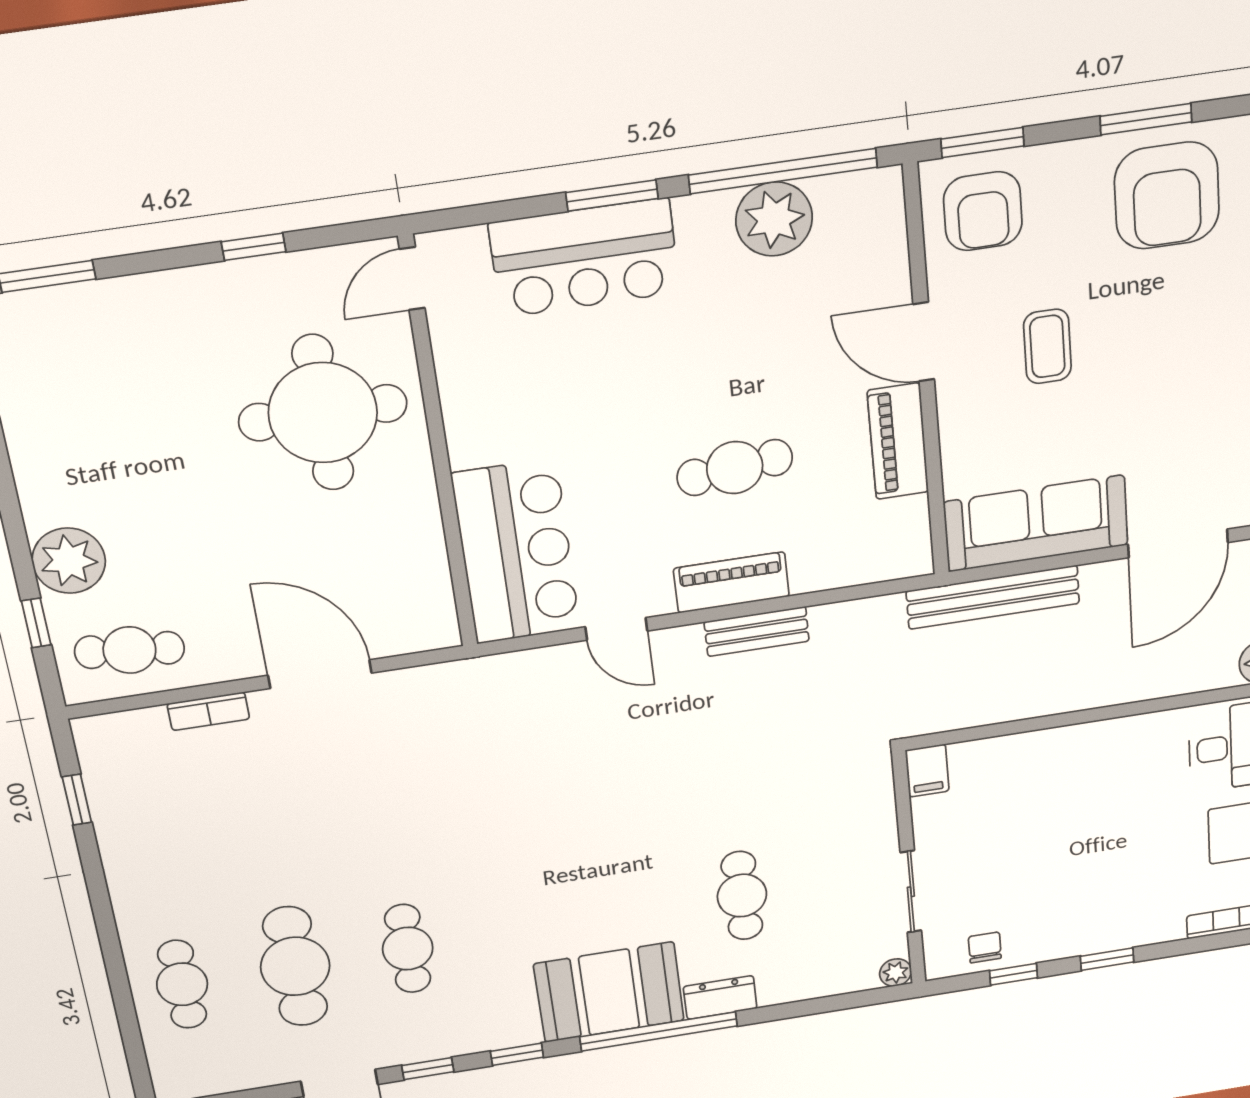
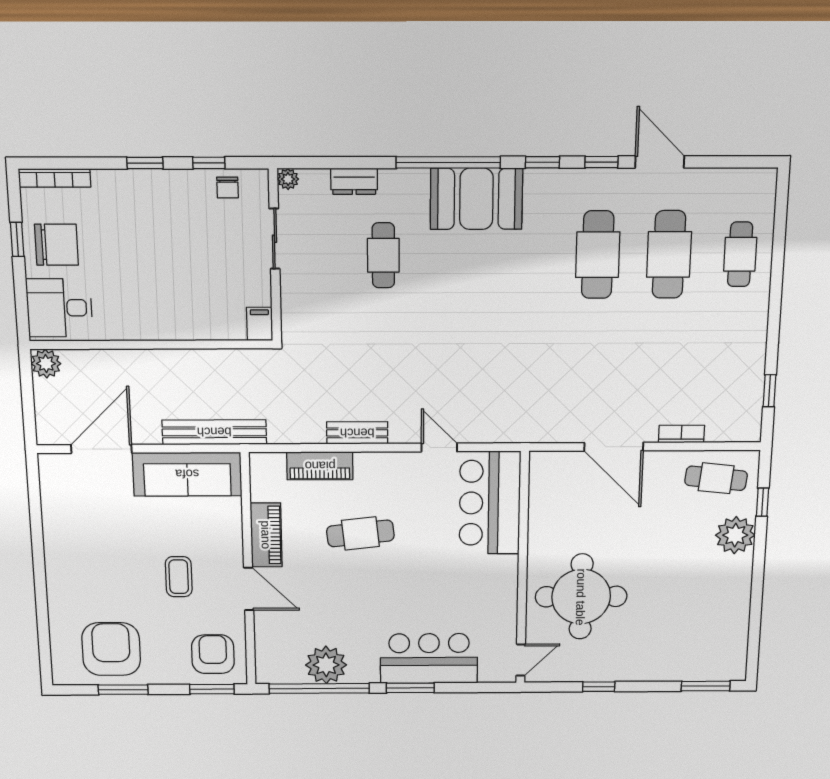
piano: (731, 582) -> (320, 466), moved
cafe table: (408, 949) -> (598, 255), width x1.37, depth x1.35
dresser: (720, 997) -> (354, 181), moved

